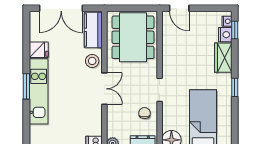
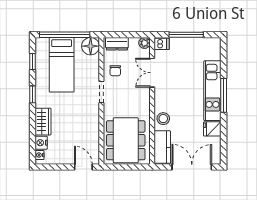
window: (235, 30) -> (32, 62), moved
window: (26, 86) -> (224, 95), width x1.44
double door: (104, 89) -> (152, 73), moved

